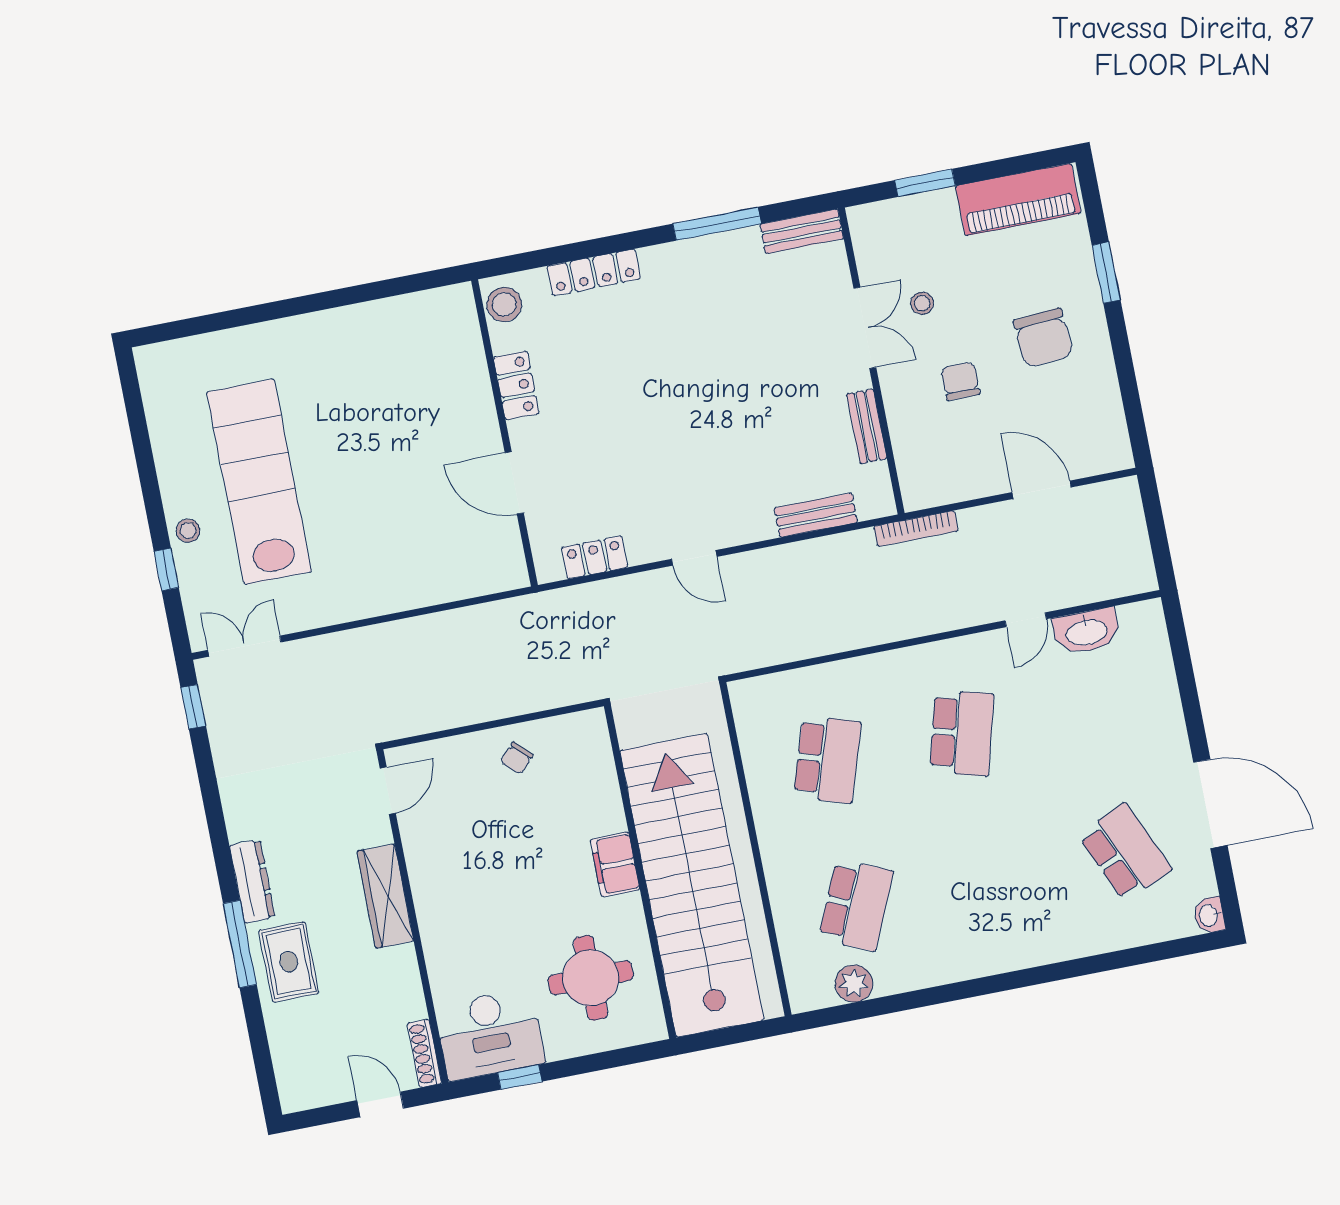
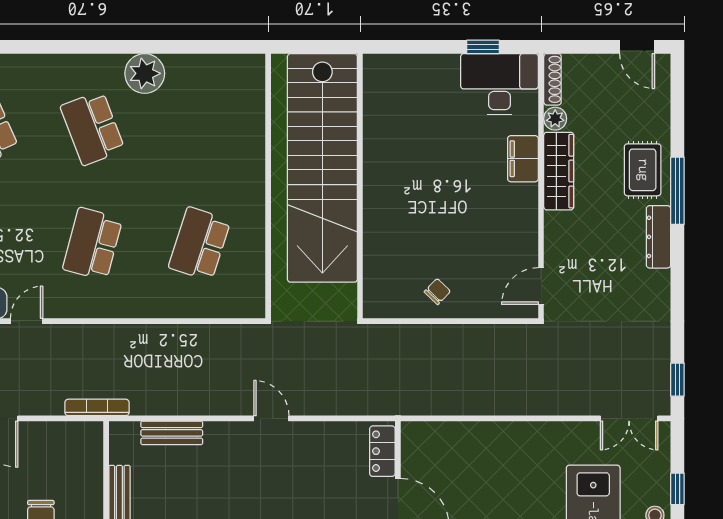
locker: (595, 557) -> (382, 451), moved, turned 90
filing cabinet: (615, 865) -> (523, 159), moved, turned 180
wardrobe: (385, 896) -> (559, 171), moved
school desk: (856, 905) -> (93, 128), moved, turned -45
round table: (591, 978) -> (414, 112), removed
plant: (854, 984) -> (145, 73), moved, width x1.36, depth x1.36
plant: (411, 1005) -> (555, 119), added
door: (380, 1104) -> (637, 47), moved

